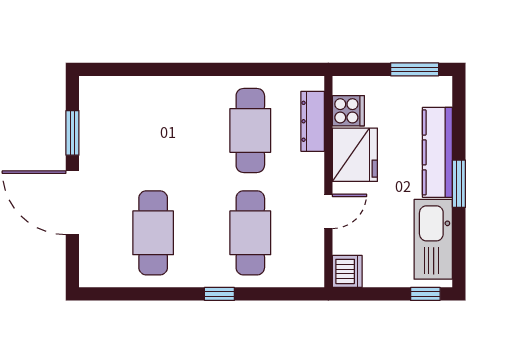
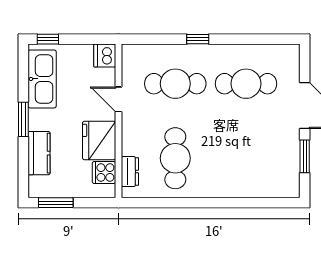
dresser: (313, 121) -> (130, 172), width x0.70
kitchen counter: (437, 152) -> (39, 153), width x0.67
door: (328, 211) -> (118, 99), hinge flipped
cafe table: (153, 233) -> (246, 84), turned 90
cafe table: (250, 233) -> (175, 84), turned 90

